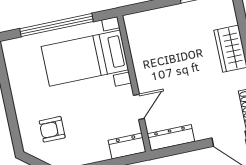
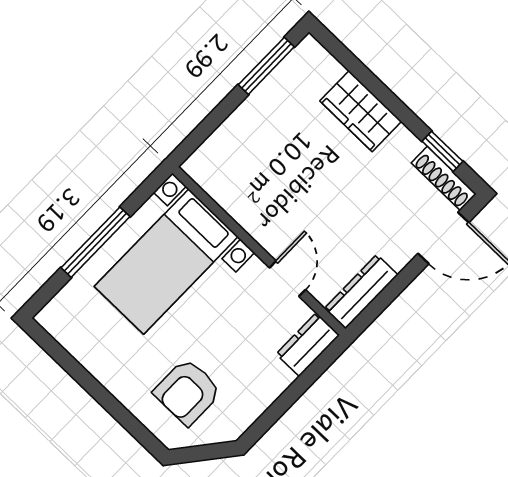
window: (56, 25) -> (95, 242), width x0.68
armchair: (52, 129) -> (187, 392), width x1.38, depth x1.38

